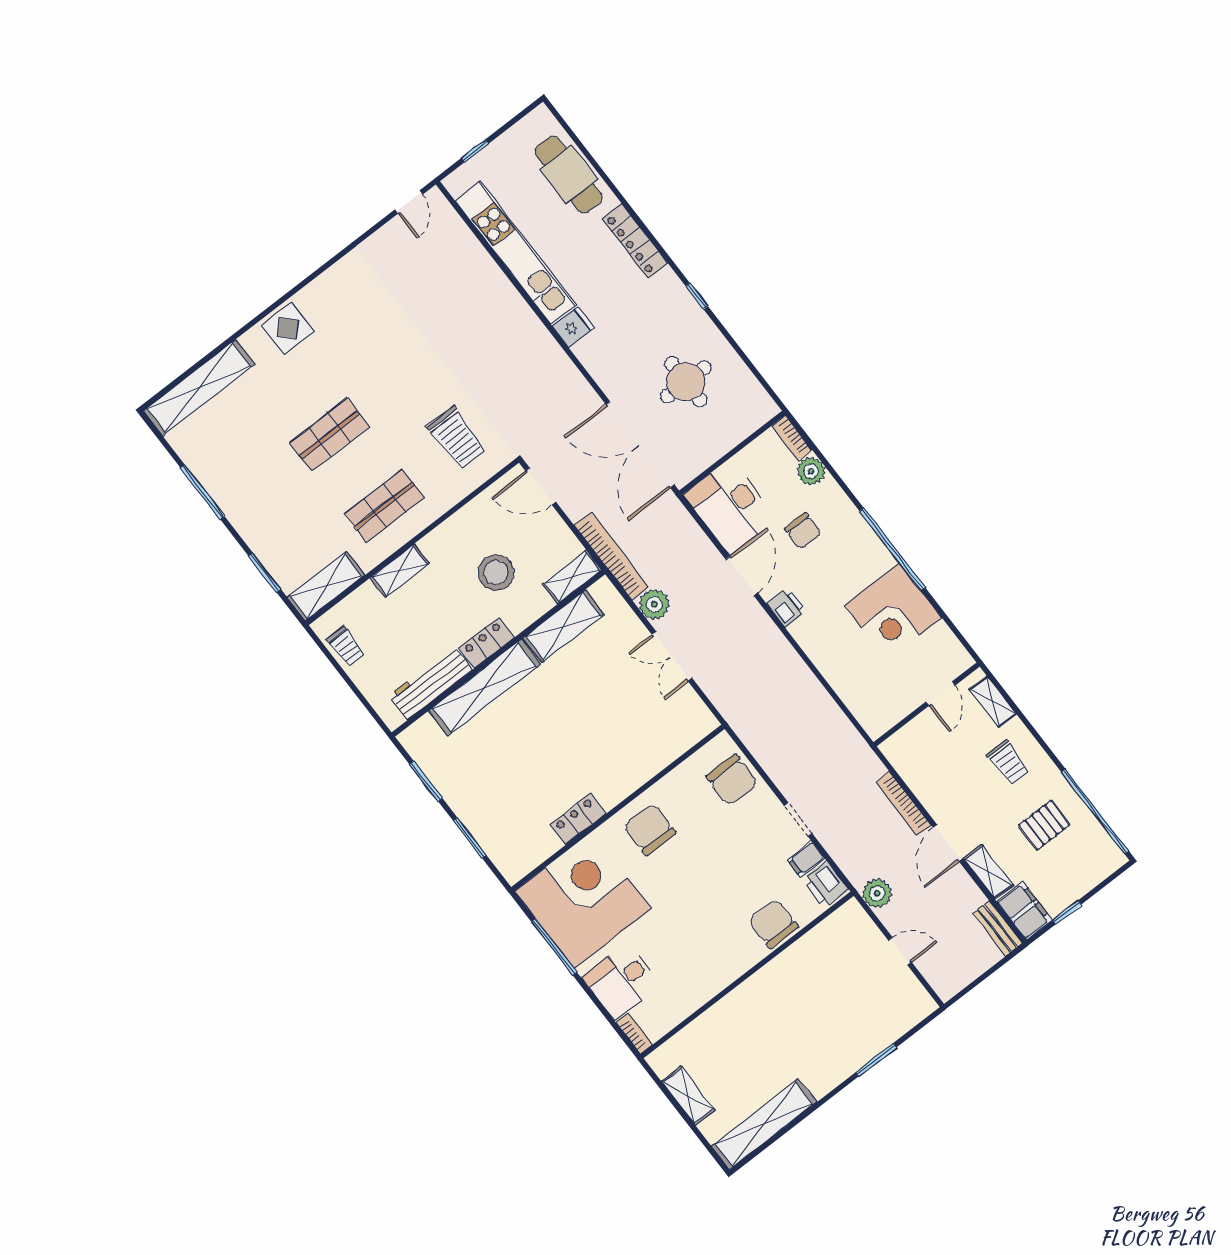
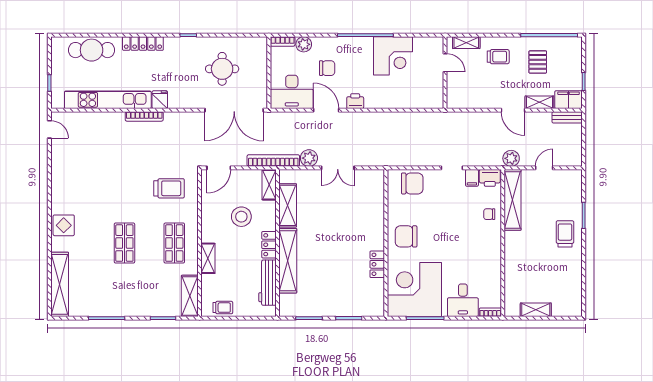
bookcase: (903, 804) -> (144, 116), moved
chair: (773, 924) -> (489, 214), width x0.54, depth x0.54
trolley: (829, 1054) -> (565, 234), added
shelving: (764, 1124) -> (513, 200), moved

